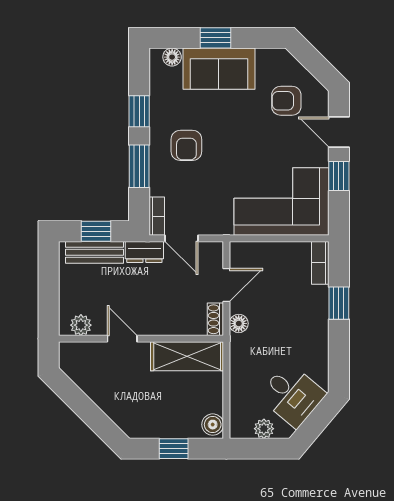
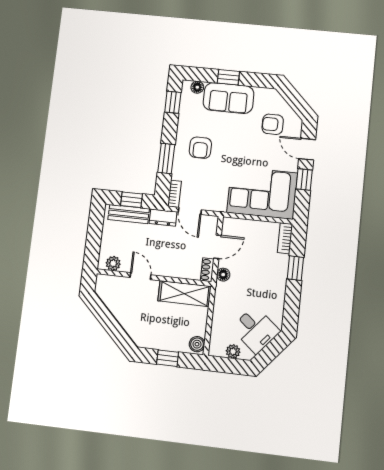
window: (139, 111) -> (173, 102), moved

